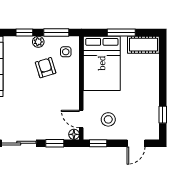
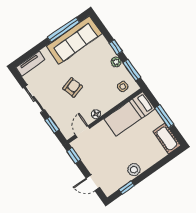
bed: (102, 63) -> (130, 114), width x0.67
armchair: (46, 68) -> (73, 87), moved
stool: (108, 119) -> (134, 170), moved
floor lamp: (74, 134) -> (96, 114), moved

